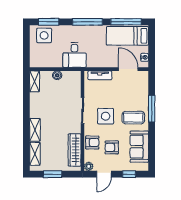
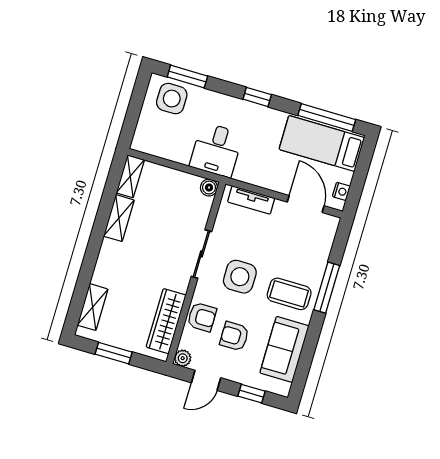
window: (87, 22) -> (257, 97), width x0.46
boiler: (57, 75) -> (209, 188), moved
shelving: (35, 130) -> (119, 218), moved

